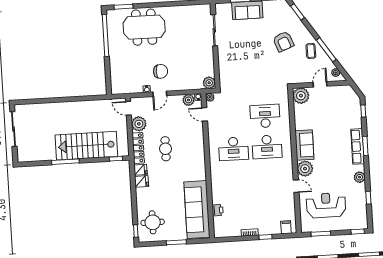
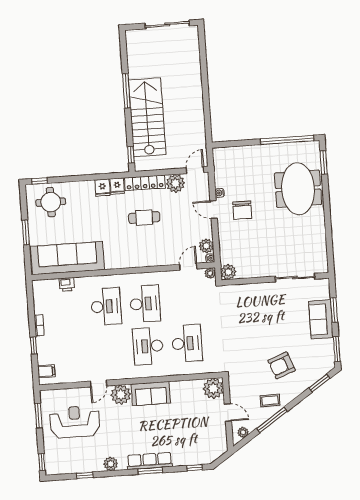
desk: (233, 149) -> (145, 304), turned 180
desk: (235, 180) -> (106, 306), added
reception desk: (326, 205) -> (75, 422), turned -90

